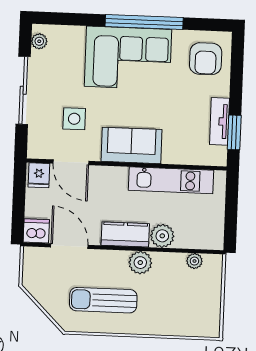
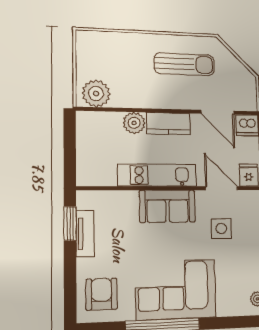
kitchen unit: (171, 180) -> (157, 175), moved
plant: (194, 261) -> (96, 94), width x1.88, depth x1.88
plant: (140, 263) -> (153, 98), removed

